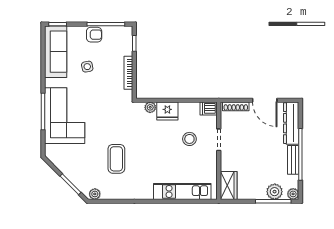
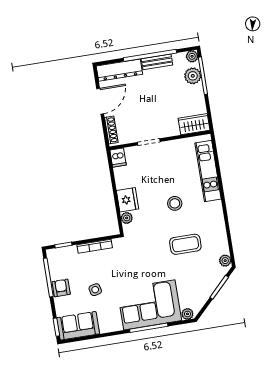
sofa: (56, 52) -> (78, 326), width x0.73
stool: (189, 139) -> (175, 203), moved
plant: (50, 150) -> (187, 314), added

